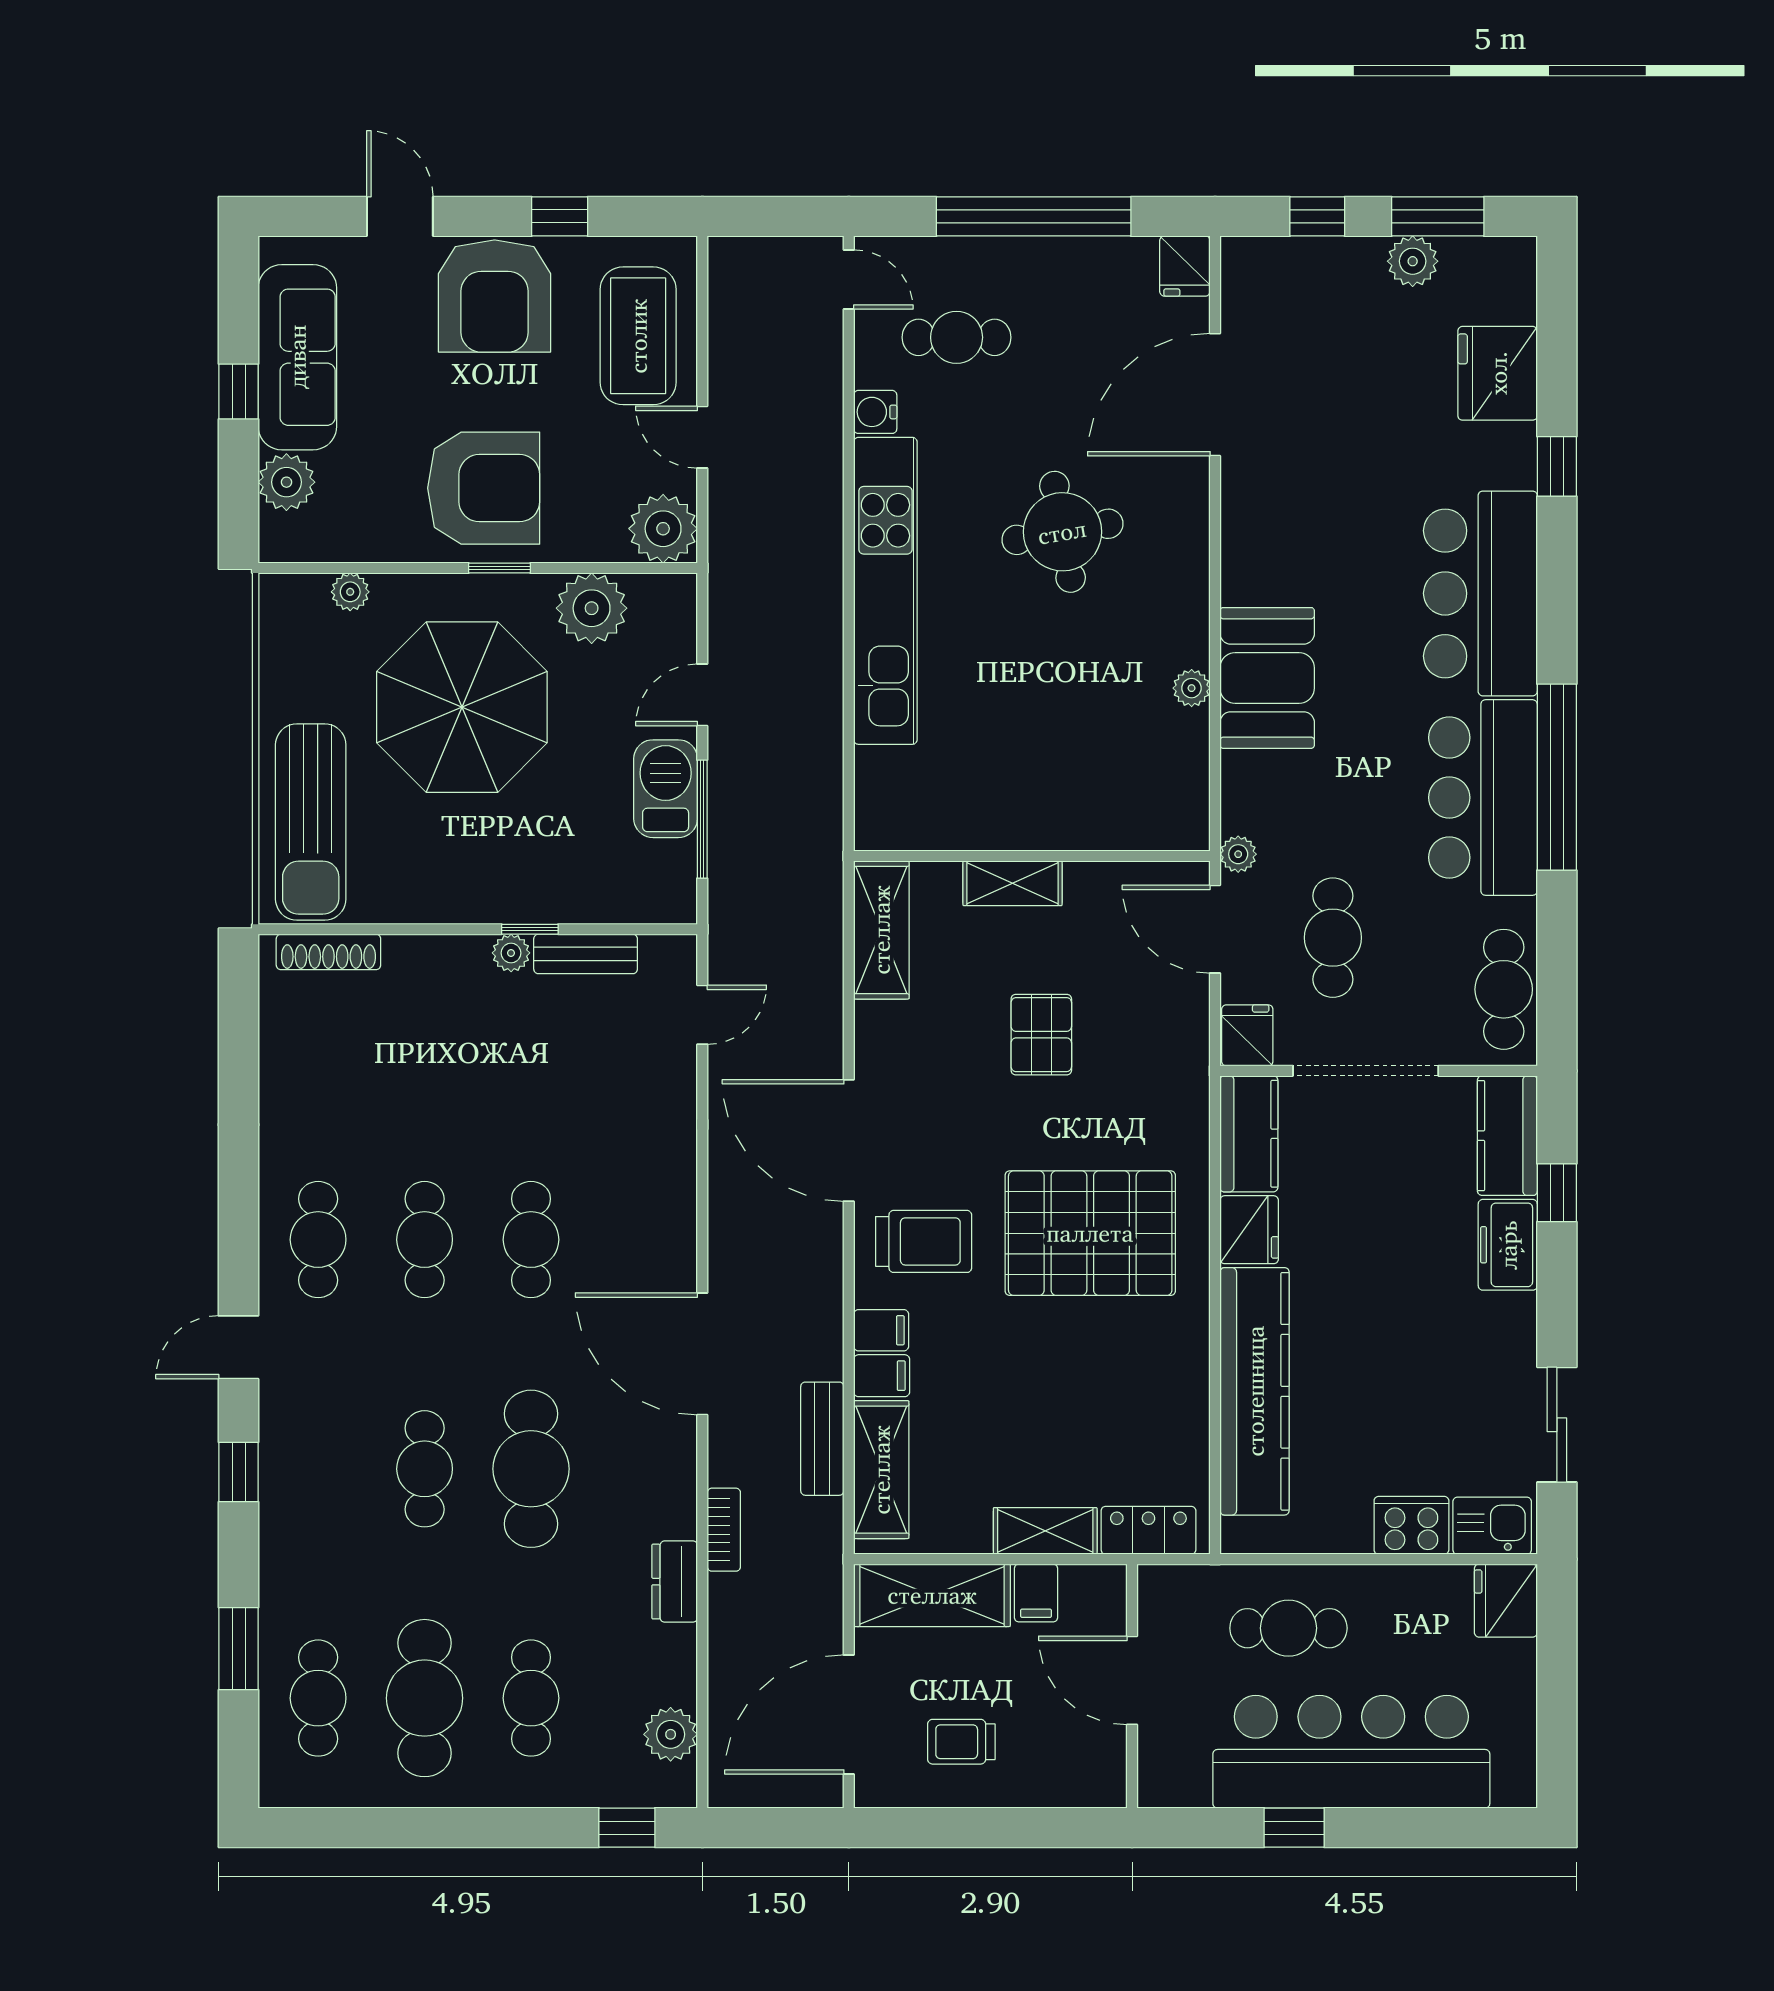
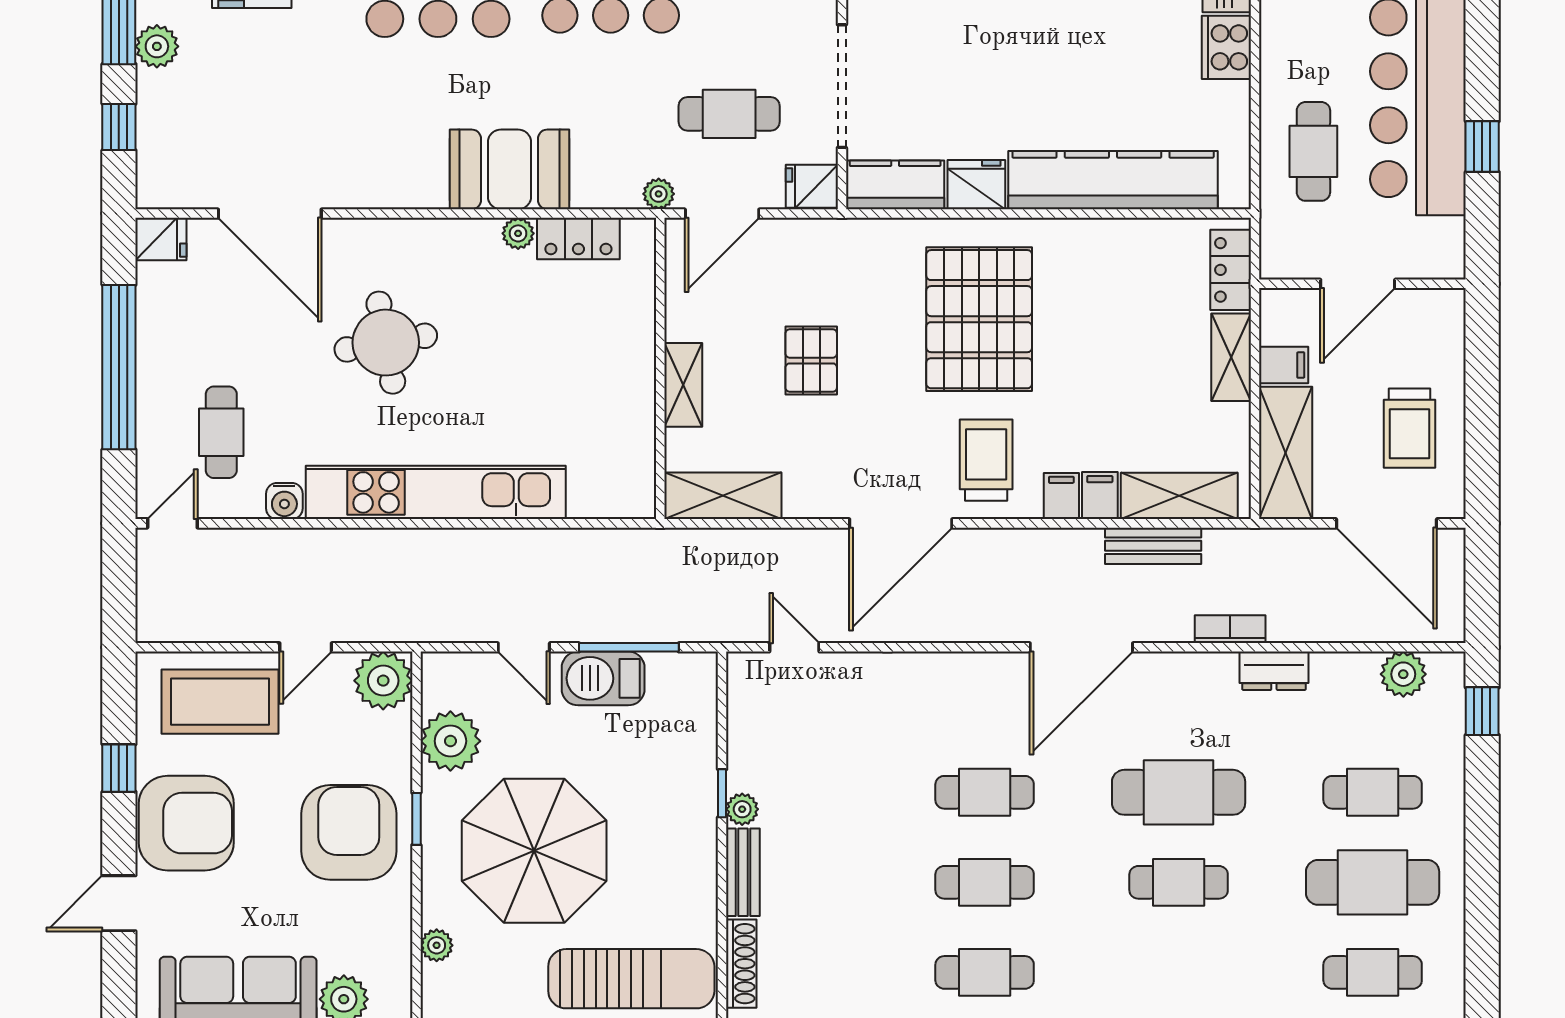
locker: (1185, 759) -> (578, 239), added
bench: (586, 954) -> (743, 872), moved
pallet: (1041, 1035) -> (811, 361), turned 90
trolley: (961, 1742) -> (1409, 428), width x1.36, depth x1.39

